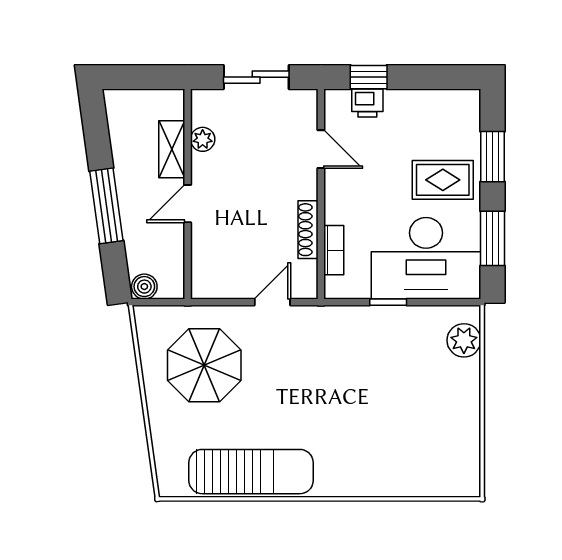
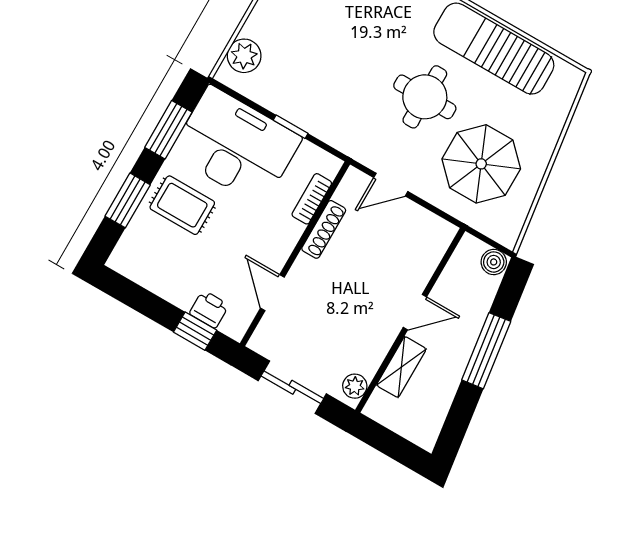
plant: (203, 139) -> (355, 386), moved
round table: (287, 395) -> (425, 97), added

